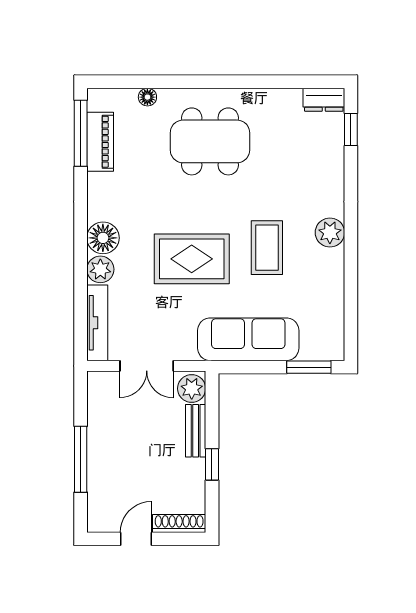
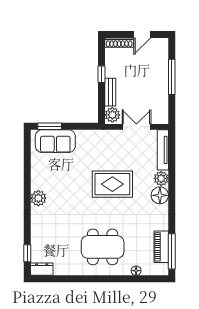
coffee table: (267, 248) -> (72, 190), removed
sofa: (248, 339) -> (55, 141), moved, width x0.73

